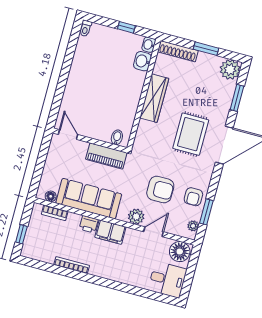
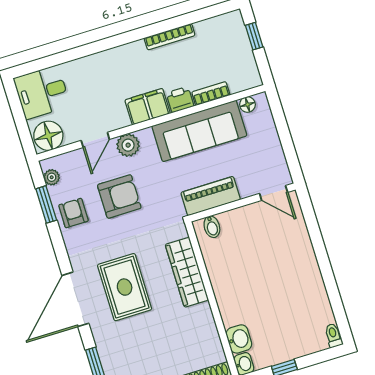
wardrobe: (154, 98) -> (187, 272), moved
armchair: (160, 190) -> (119, 196), turned 180
bookcase: (55, 213) -> (211, 94), moved

